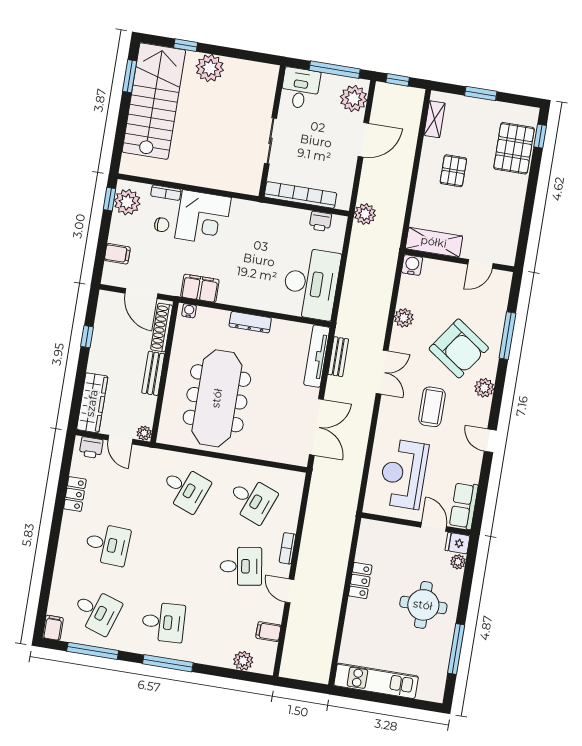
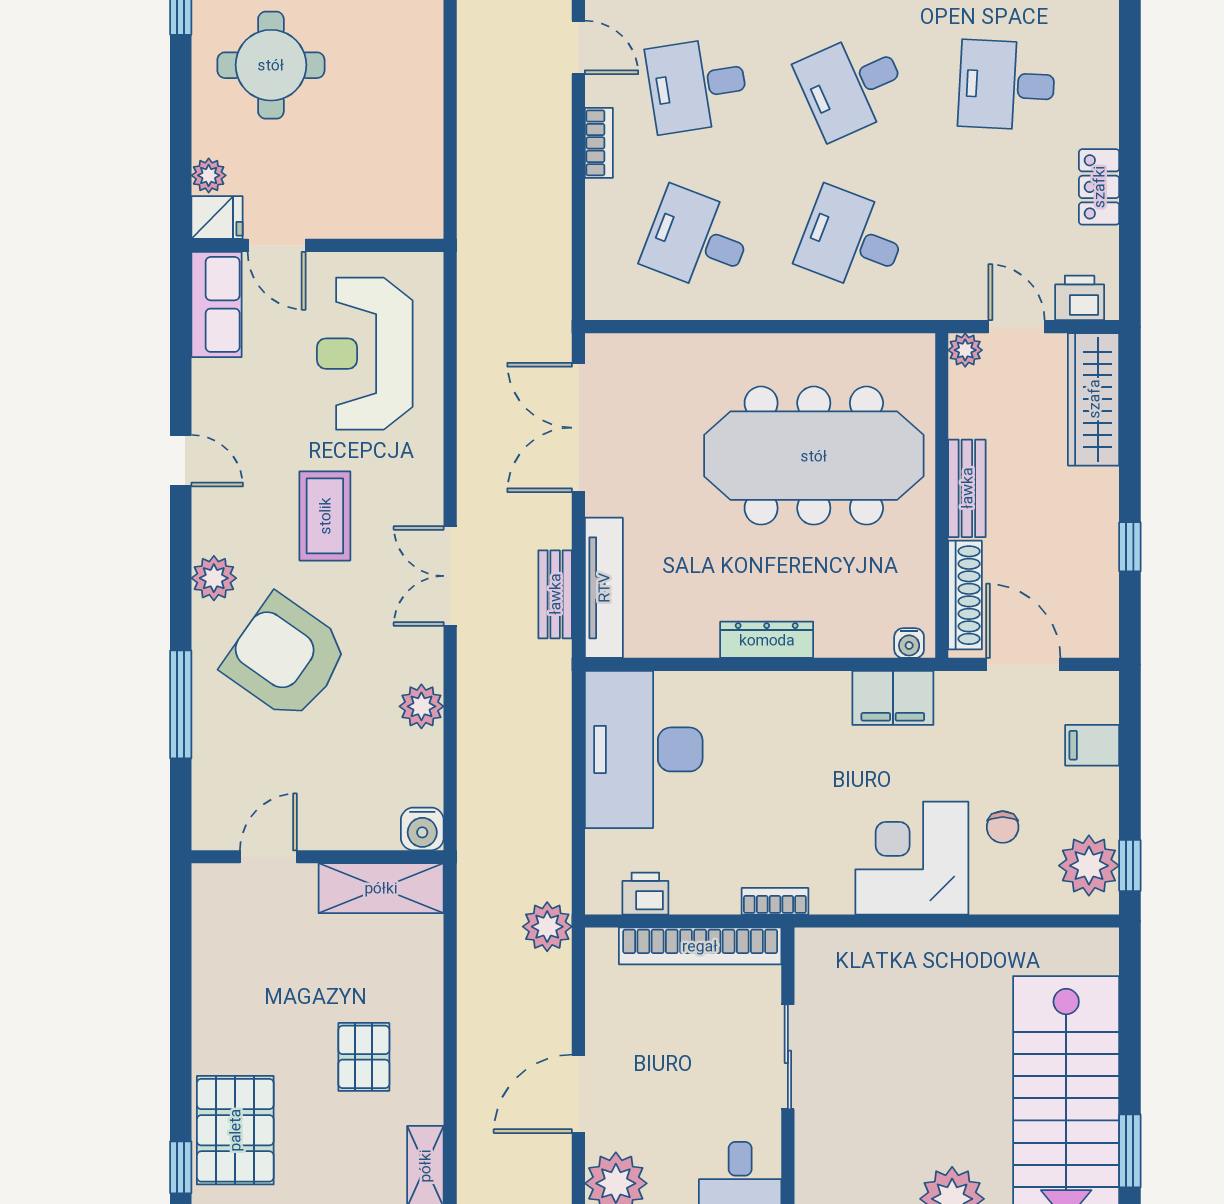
bookcase: (166, 193) -> (775, 901), moved
chair: (162, 225) -> (1003, 827), turned -90
meeting table: (217, 398) -> (814, 456), turned 90
reception desk: (403, 474) -> (365, 354), turned 180
desk: (174, 555) -> (852, 85), added
locker: (360, 580) -> (423, 97), removed

